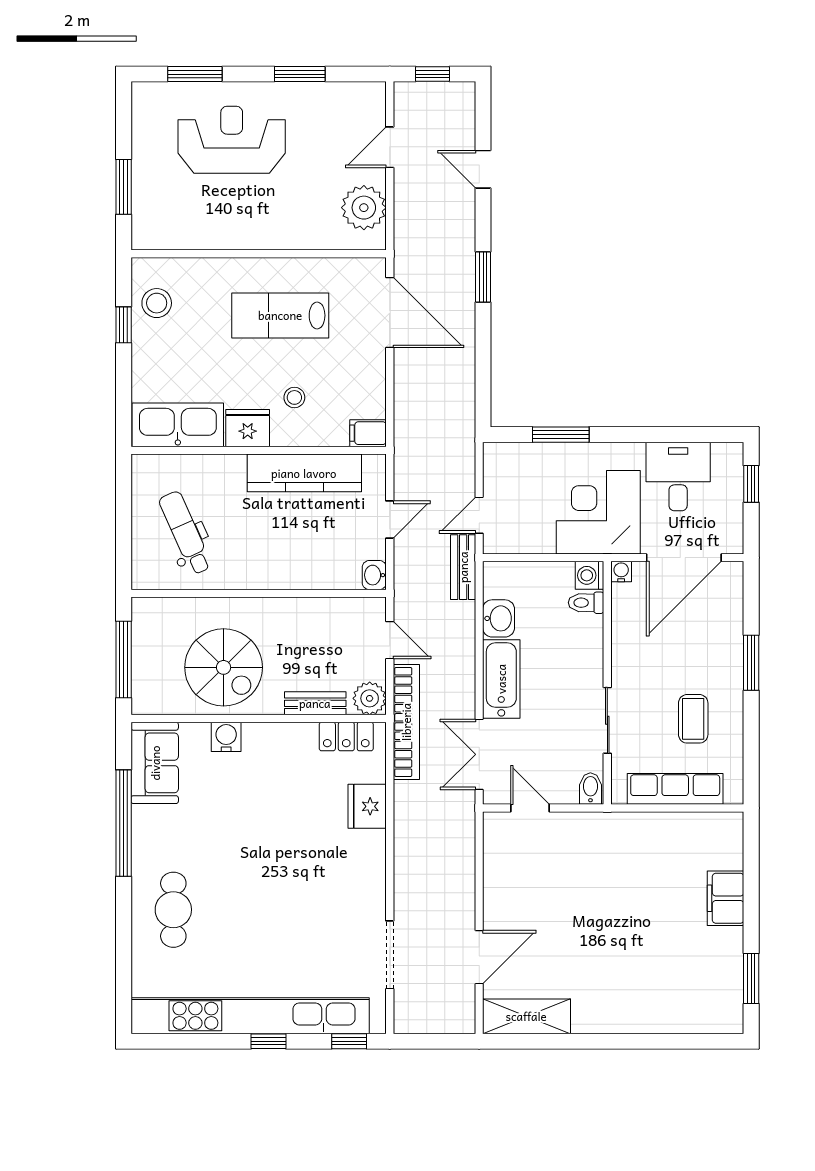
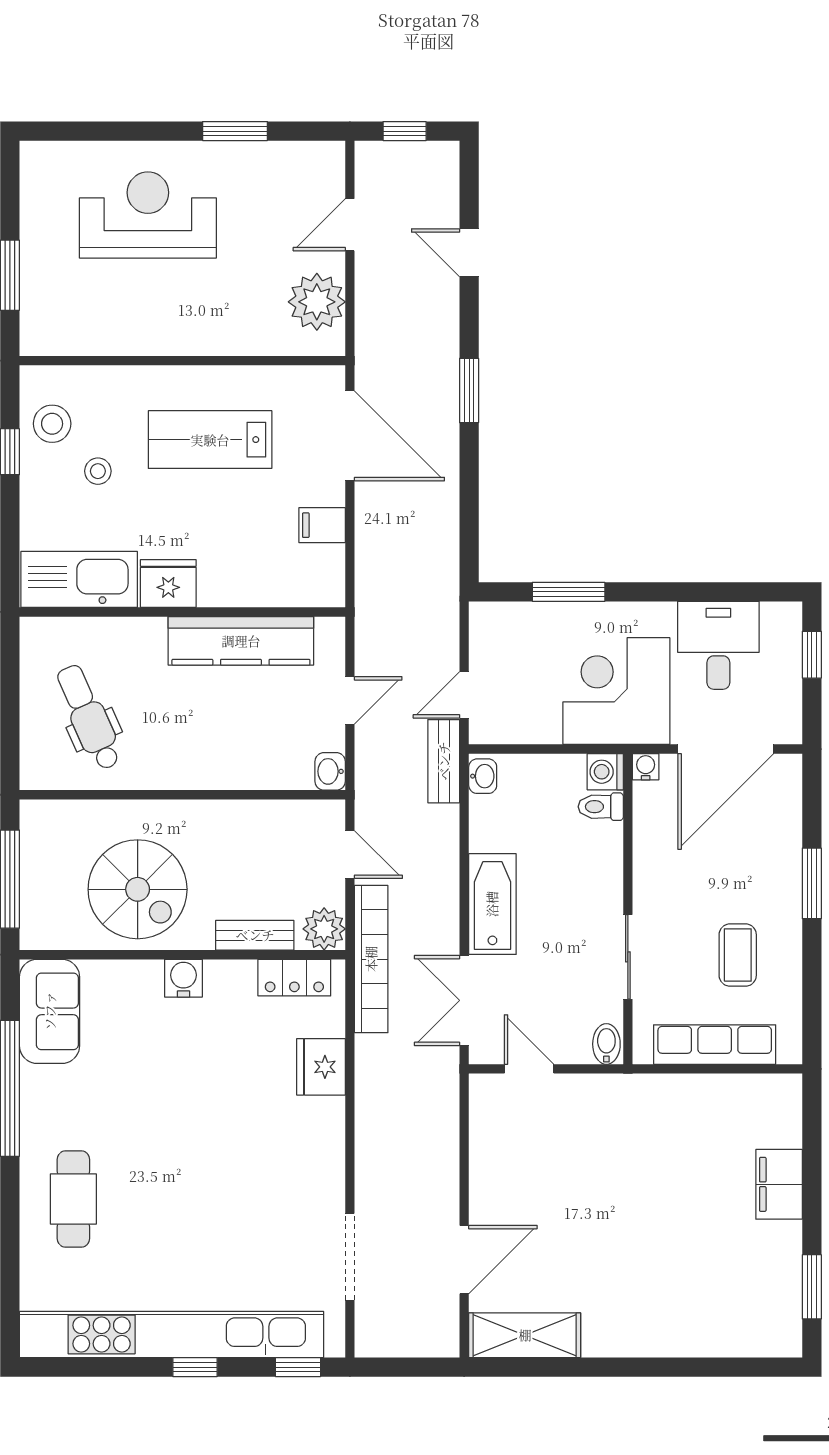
window: (195, 74) -> (101, 131), removed
stool: (294, 397) -> (98, 471), moved
filing cabinet: (368, 433) -> (322, 525), moved
washbasin: (499, 618) -> (483, 776), moved, width x0.72, depth x0.69
water cooler: (226, 737) -> (183, 978), moved

